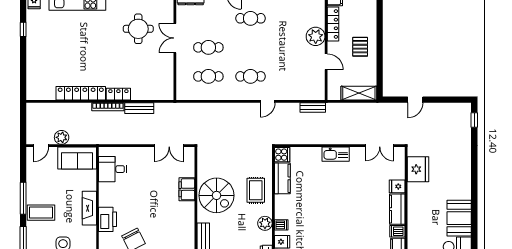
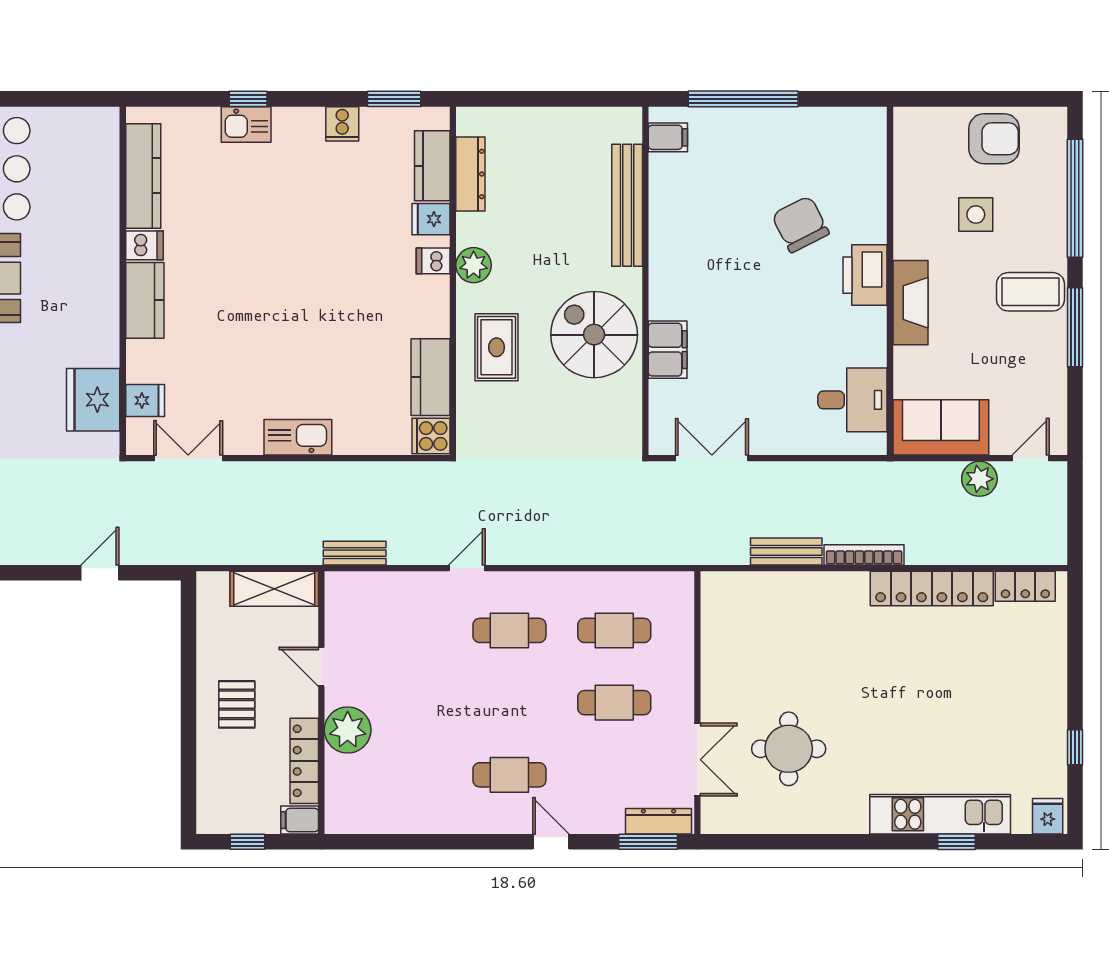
double door: (175, 38) -> (697, 760), moved
shelving: (359, 93) -> (274, 589), moved
locker: (118, 94) -> (1025, 586), moved
fridge: (397, 186) -> (145, 400), moved

